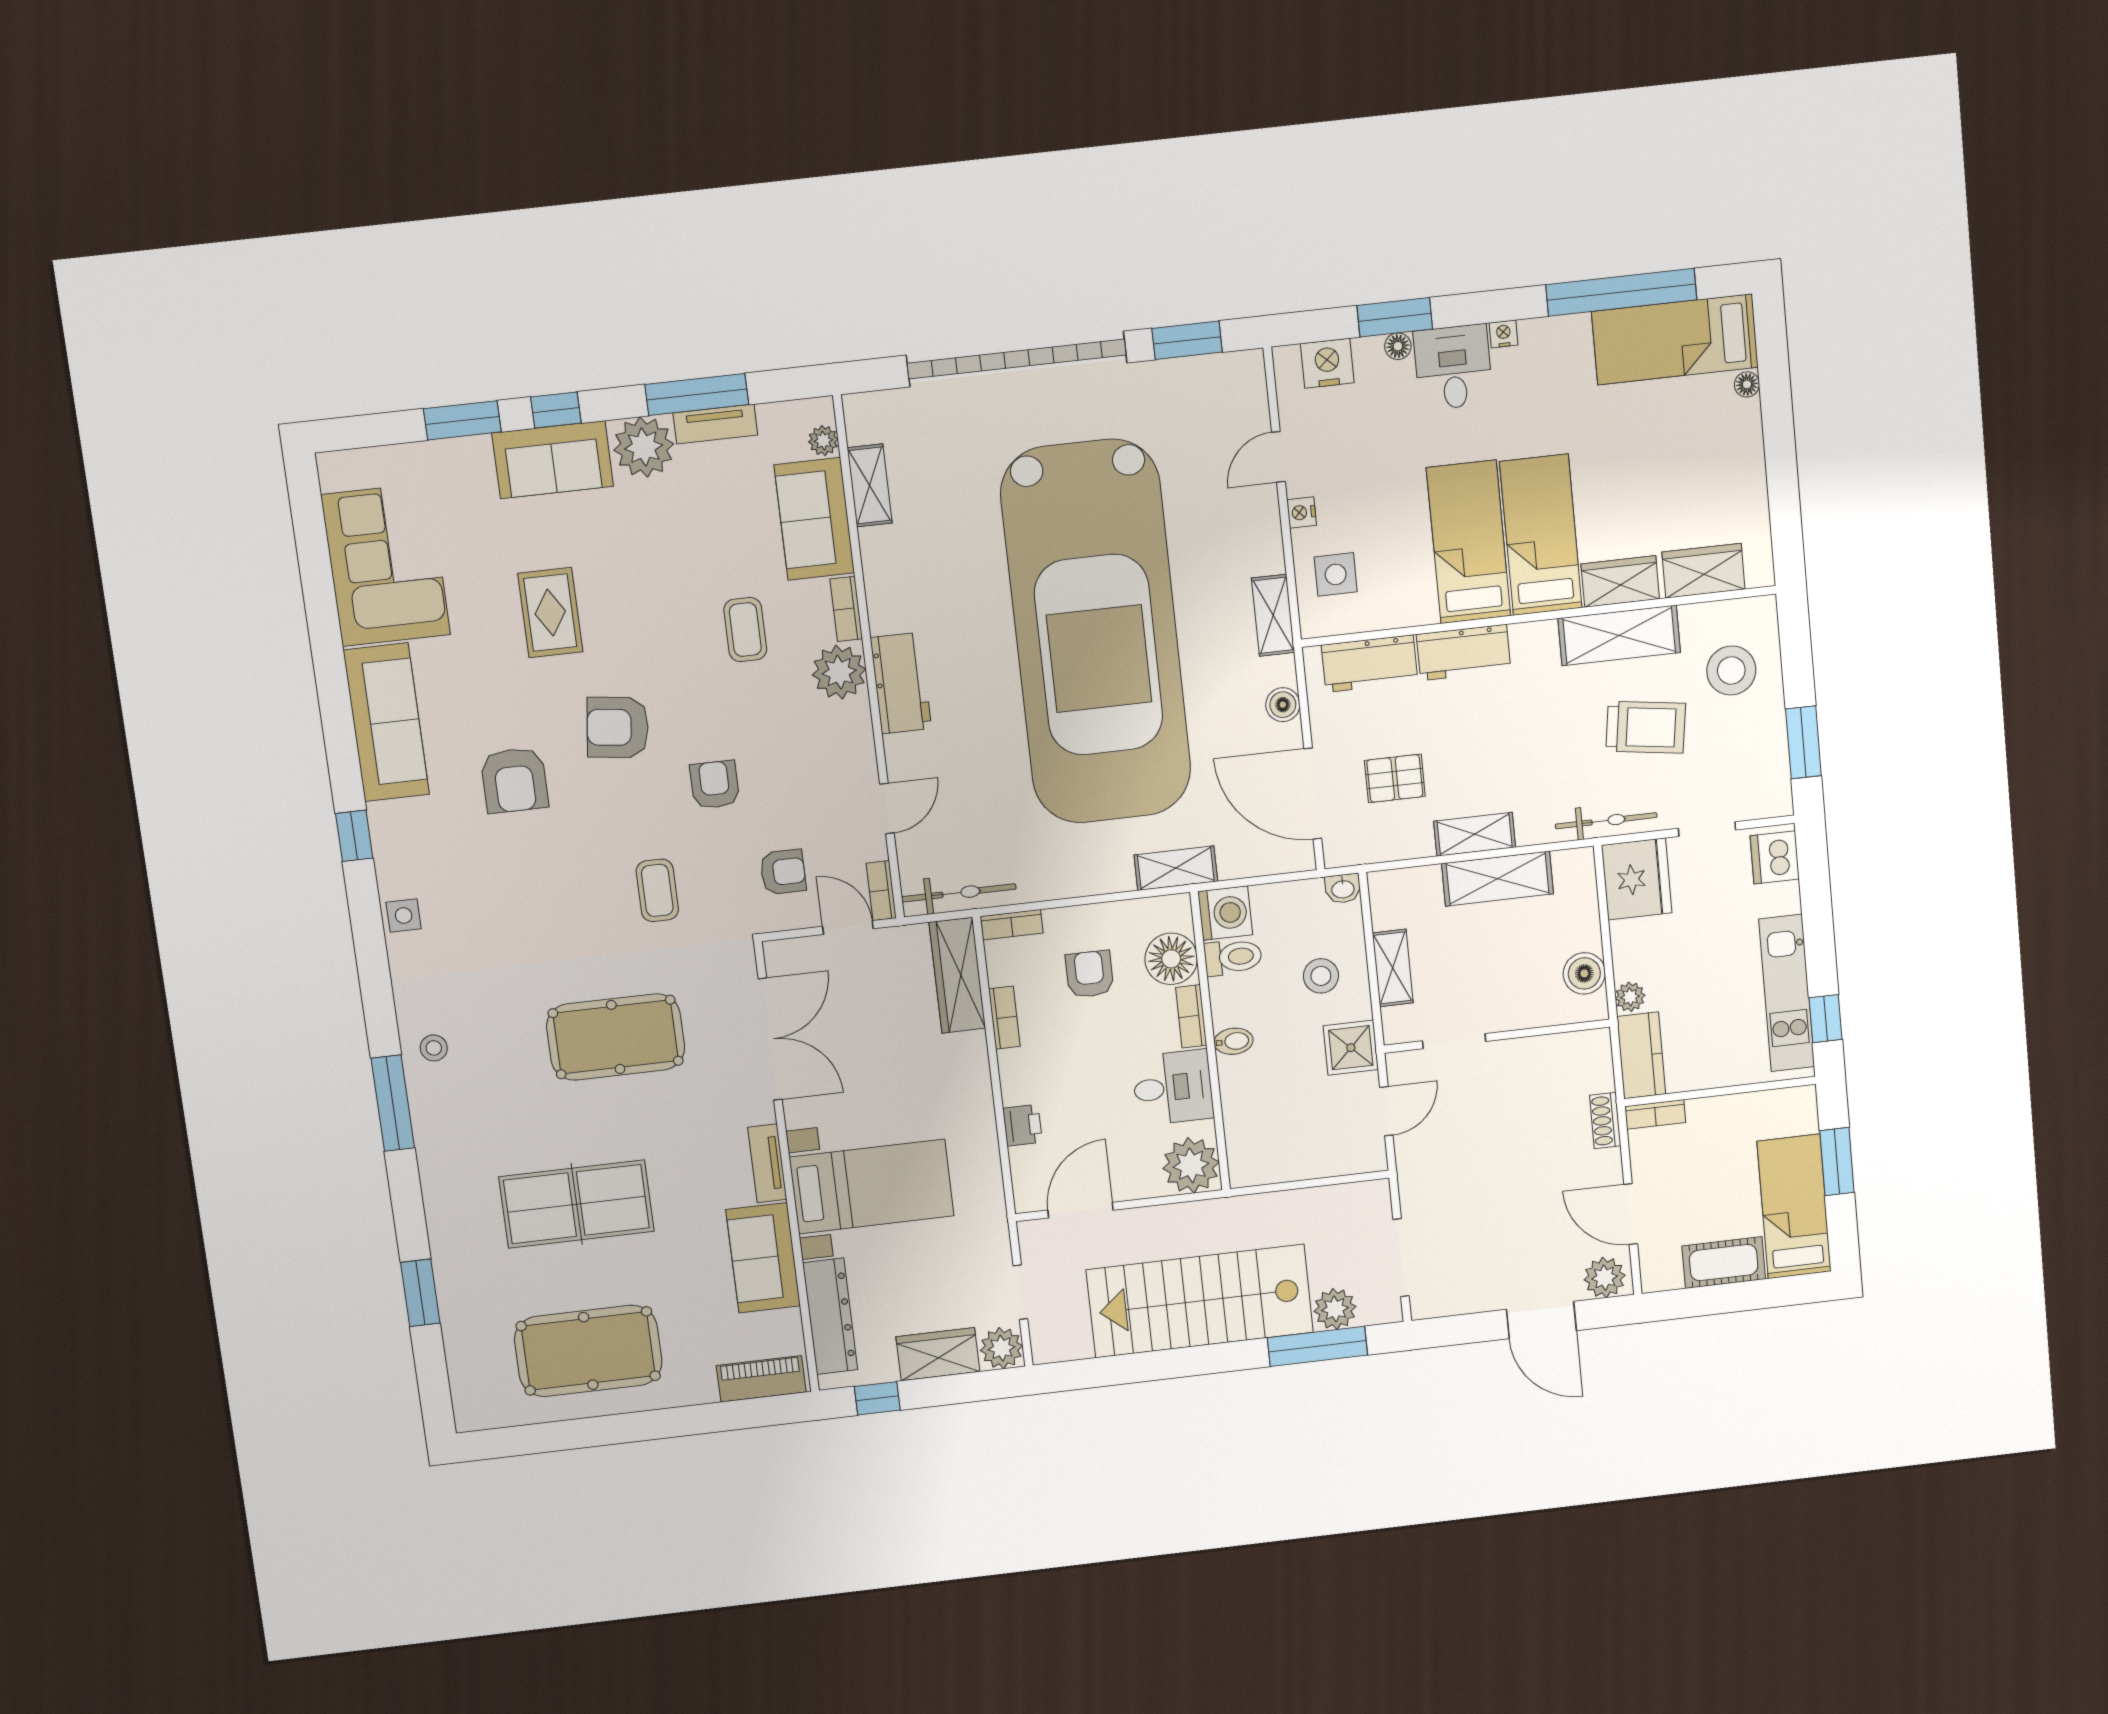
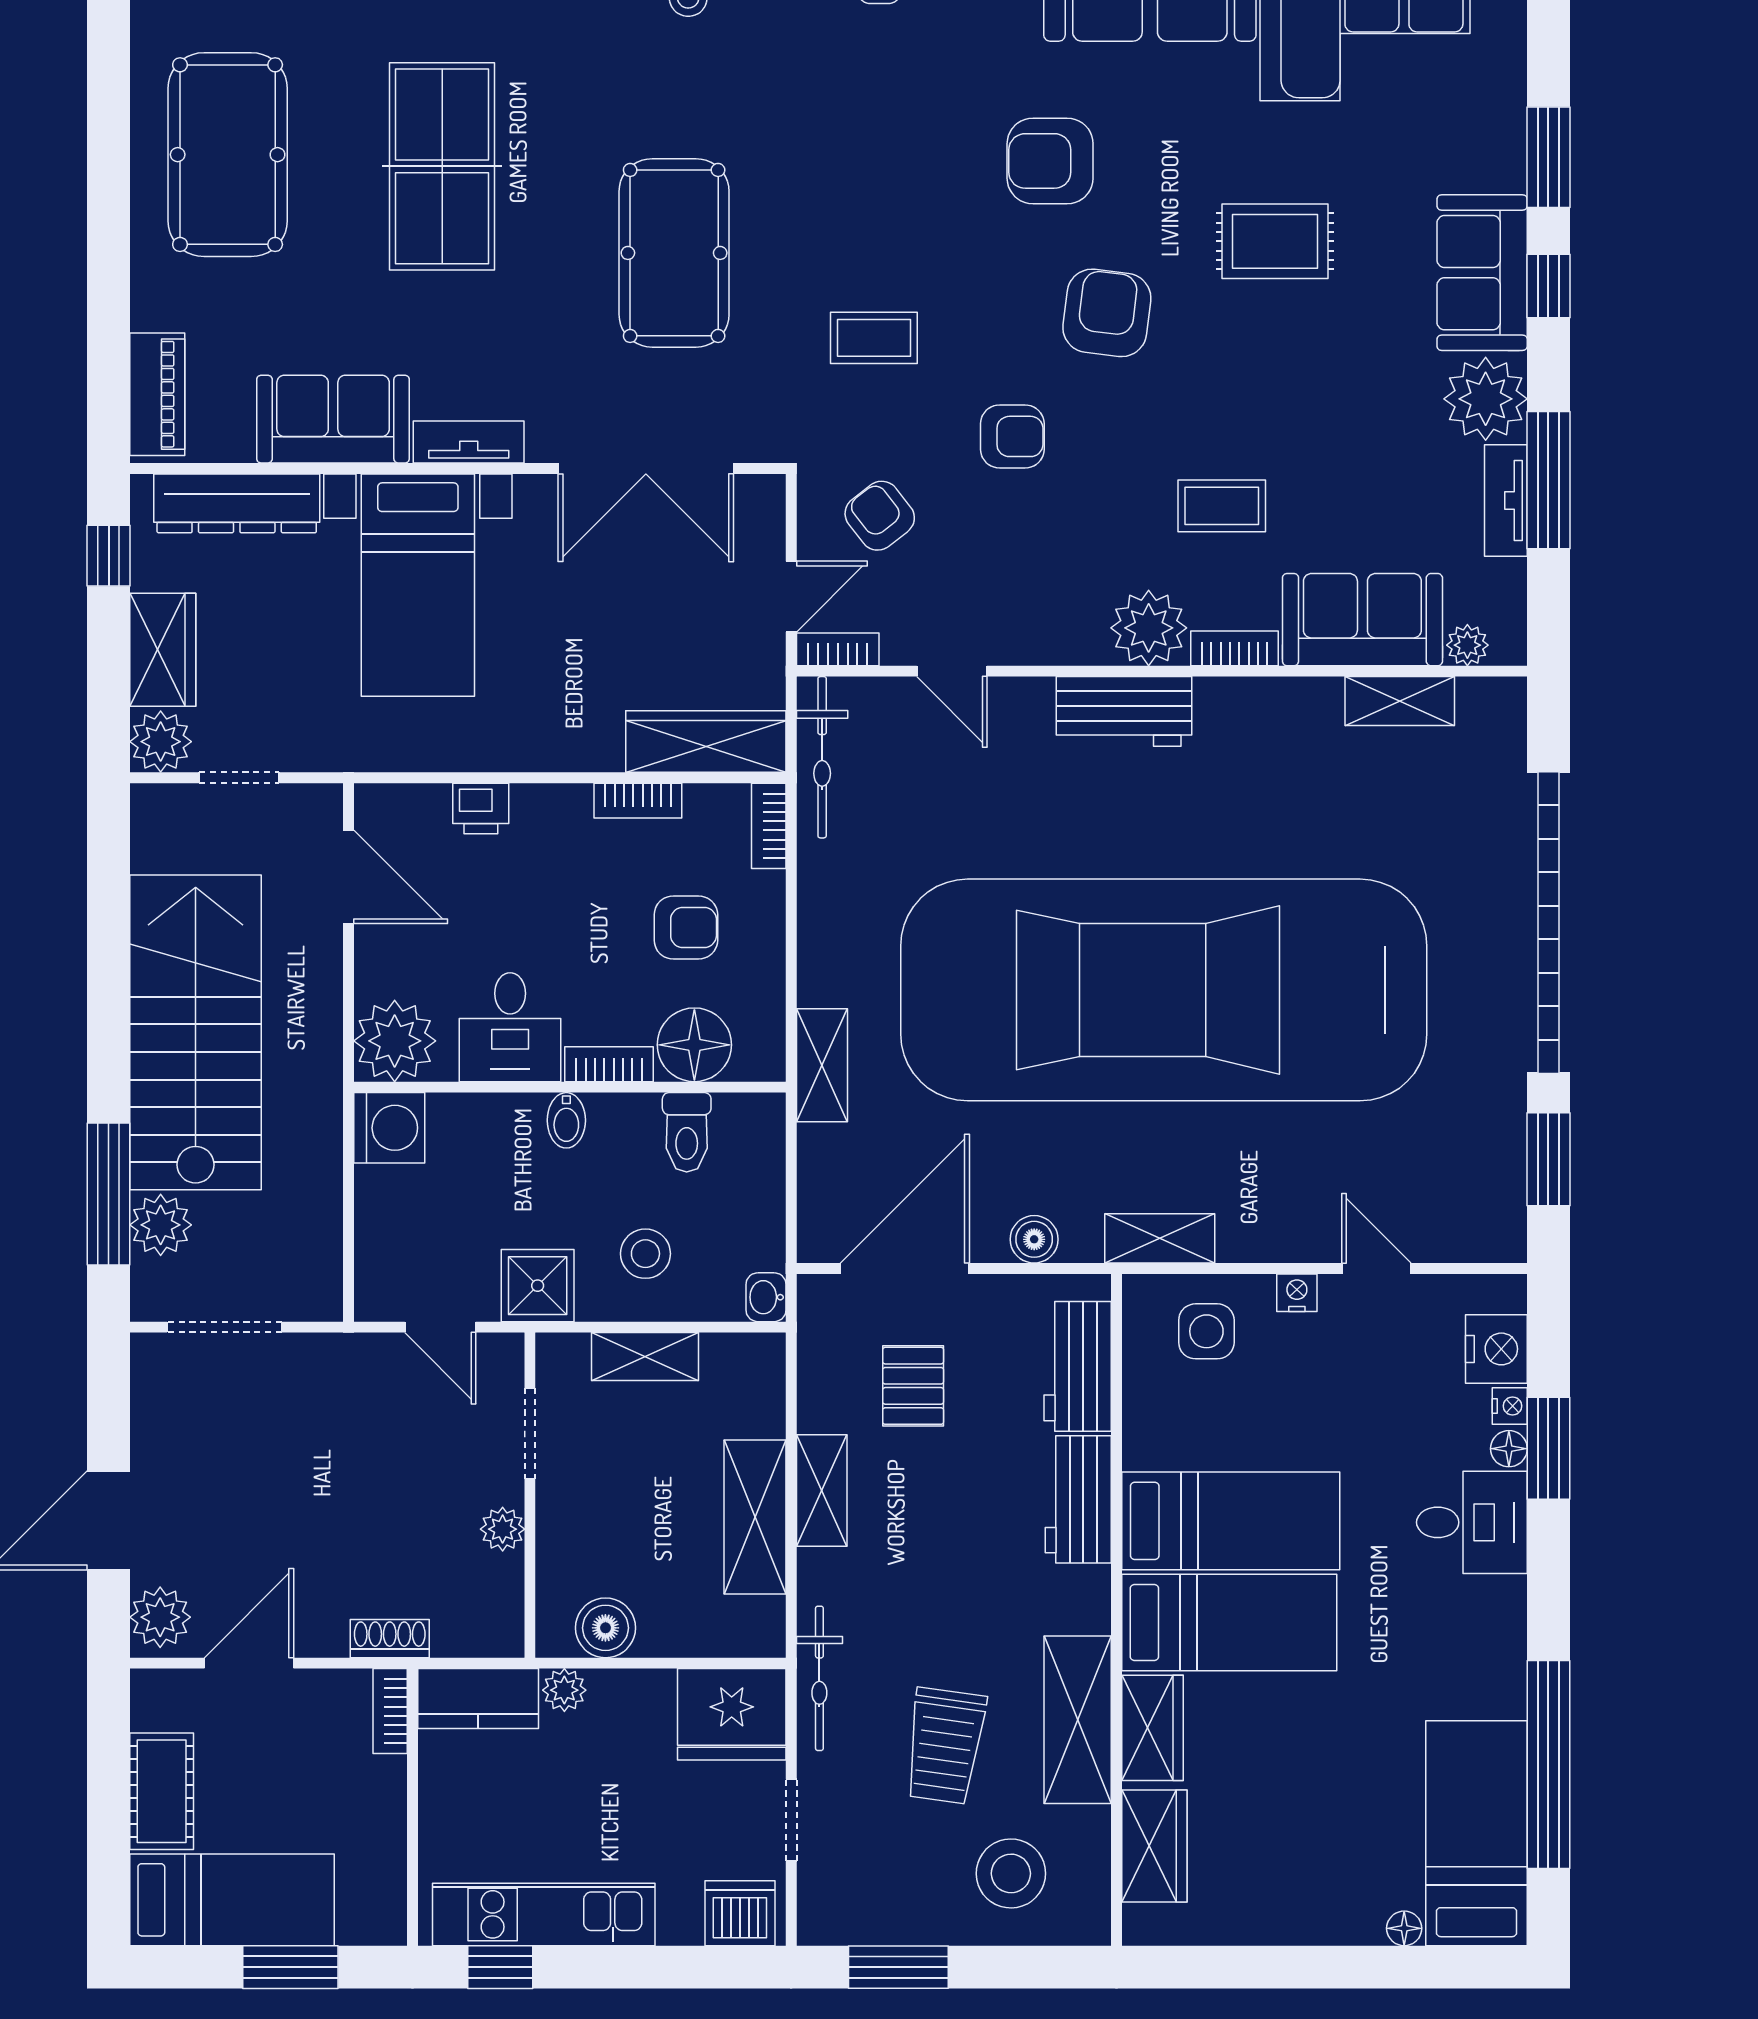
nightstand: (1503, 334) -> (1510, 1406), moved
armchair: (783, 872) -> (880, 516), turned 142
washing machine: (1225, 913) -> (389, 1128), moved, turned -90
plant: (1522, 1052) -> (503, 1529), added

